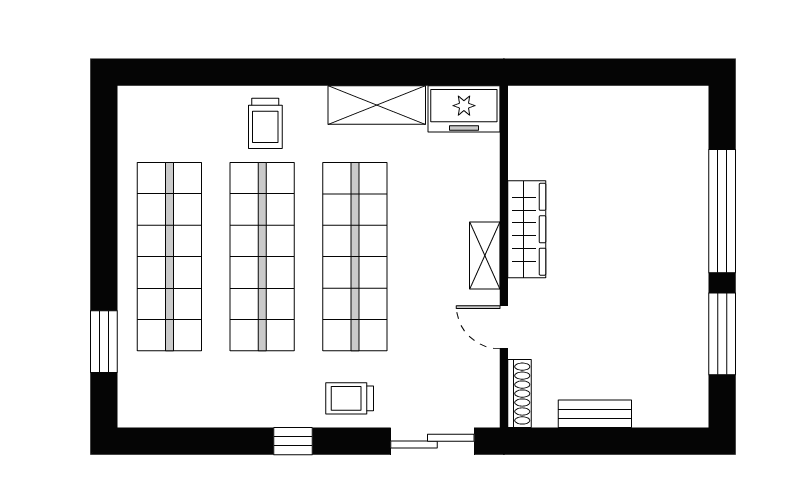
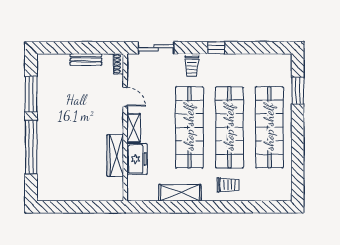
freezer: (464, 109) -> (137, 159), moved, turned 90
trolley: (265, 123) -> (228, 185), turned 90
wardrobe: (527, 229) -> (115, 156), moved
shoe rack: (520, 394) -> (118, 64), width x0.70
trolley: (350, 398) -> (192, 66), turned 91

